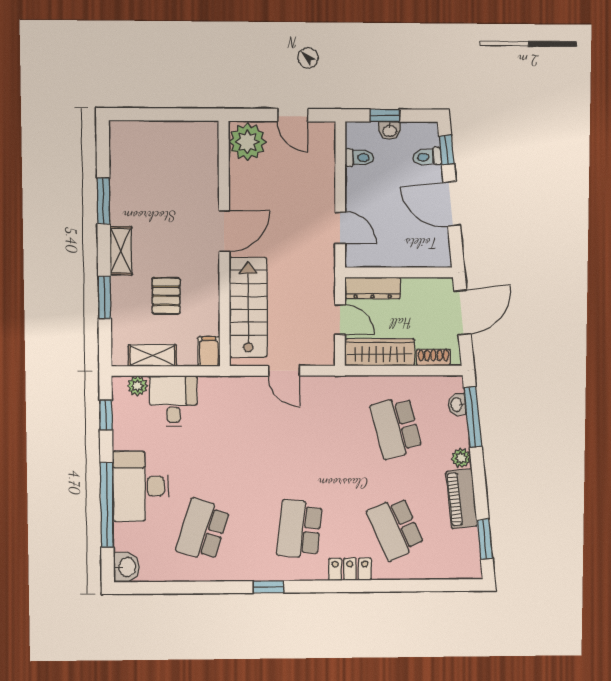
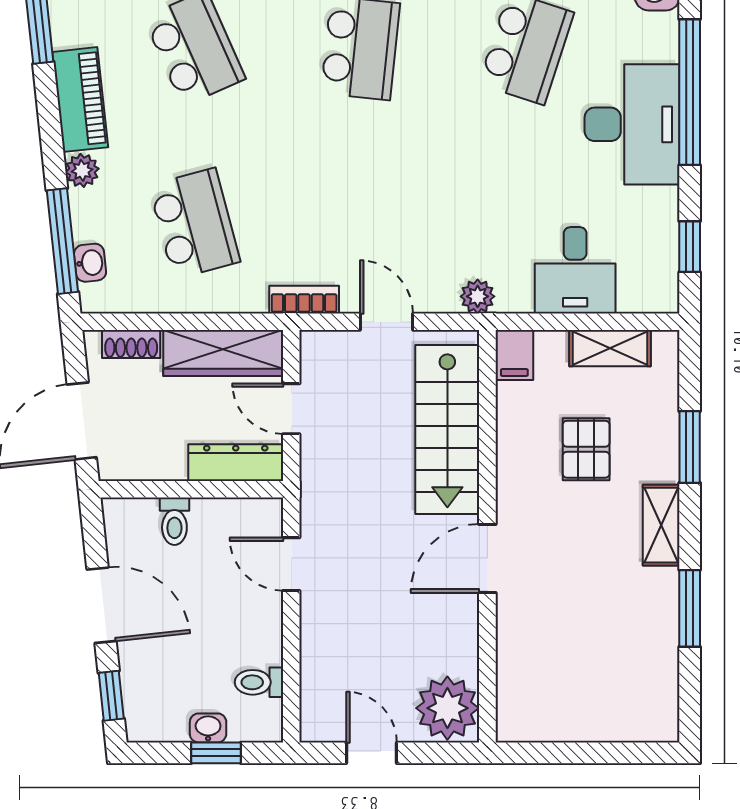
toilet: (427, 157) -> (174, 521), moved, turned 96
bookcase: (332, 384) -> (304, 300), added
plant: (137, 386) -> (478, 296), moved

